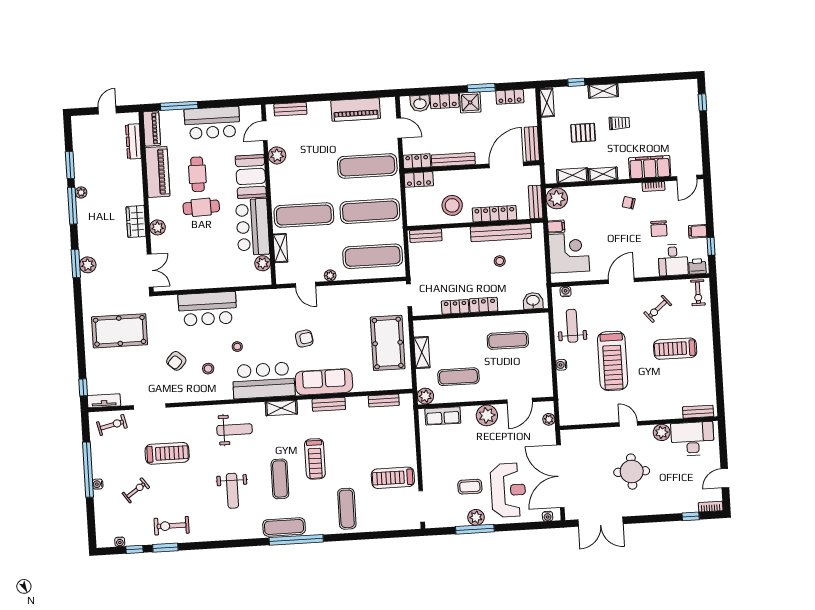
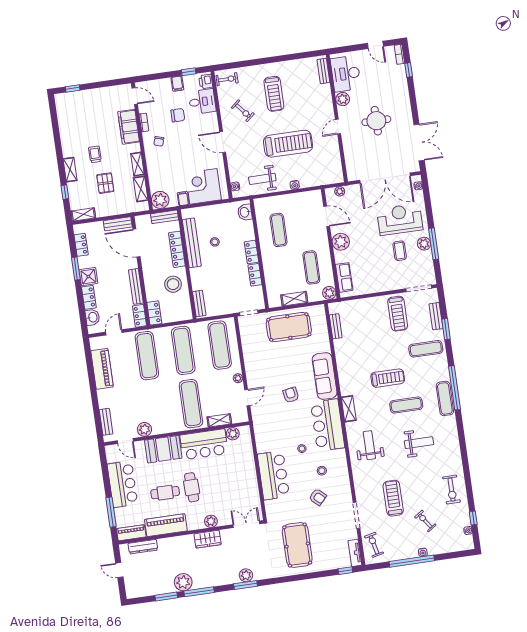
plant: (81, 192) -> (183, 582), width x1.88, depth x1.88
bench: (329, 404) -> (436, 316), moved
window: (165, 548) -> (446, 329), moved

